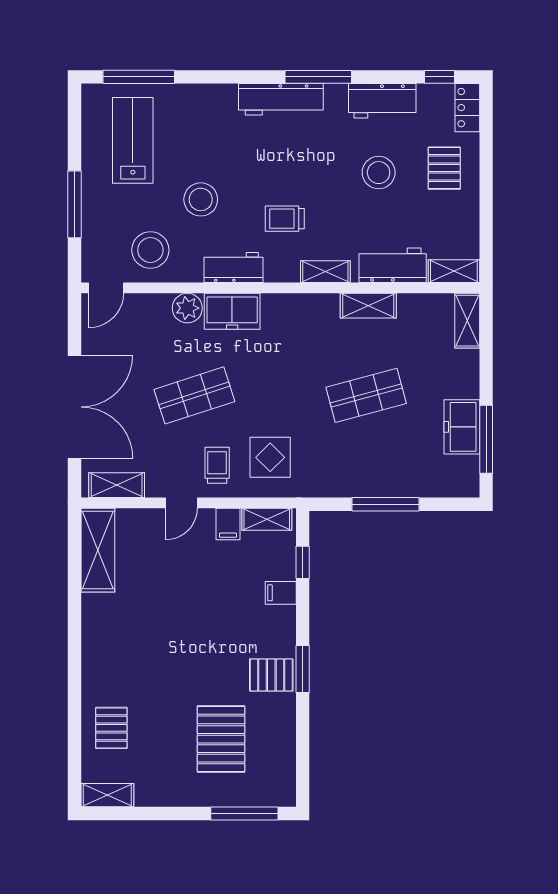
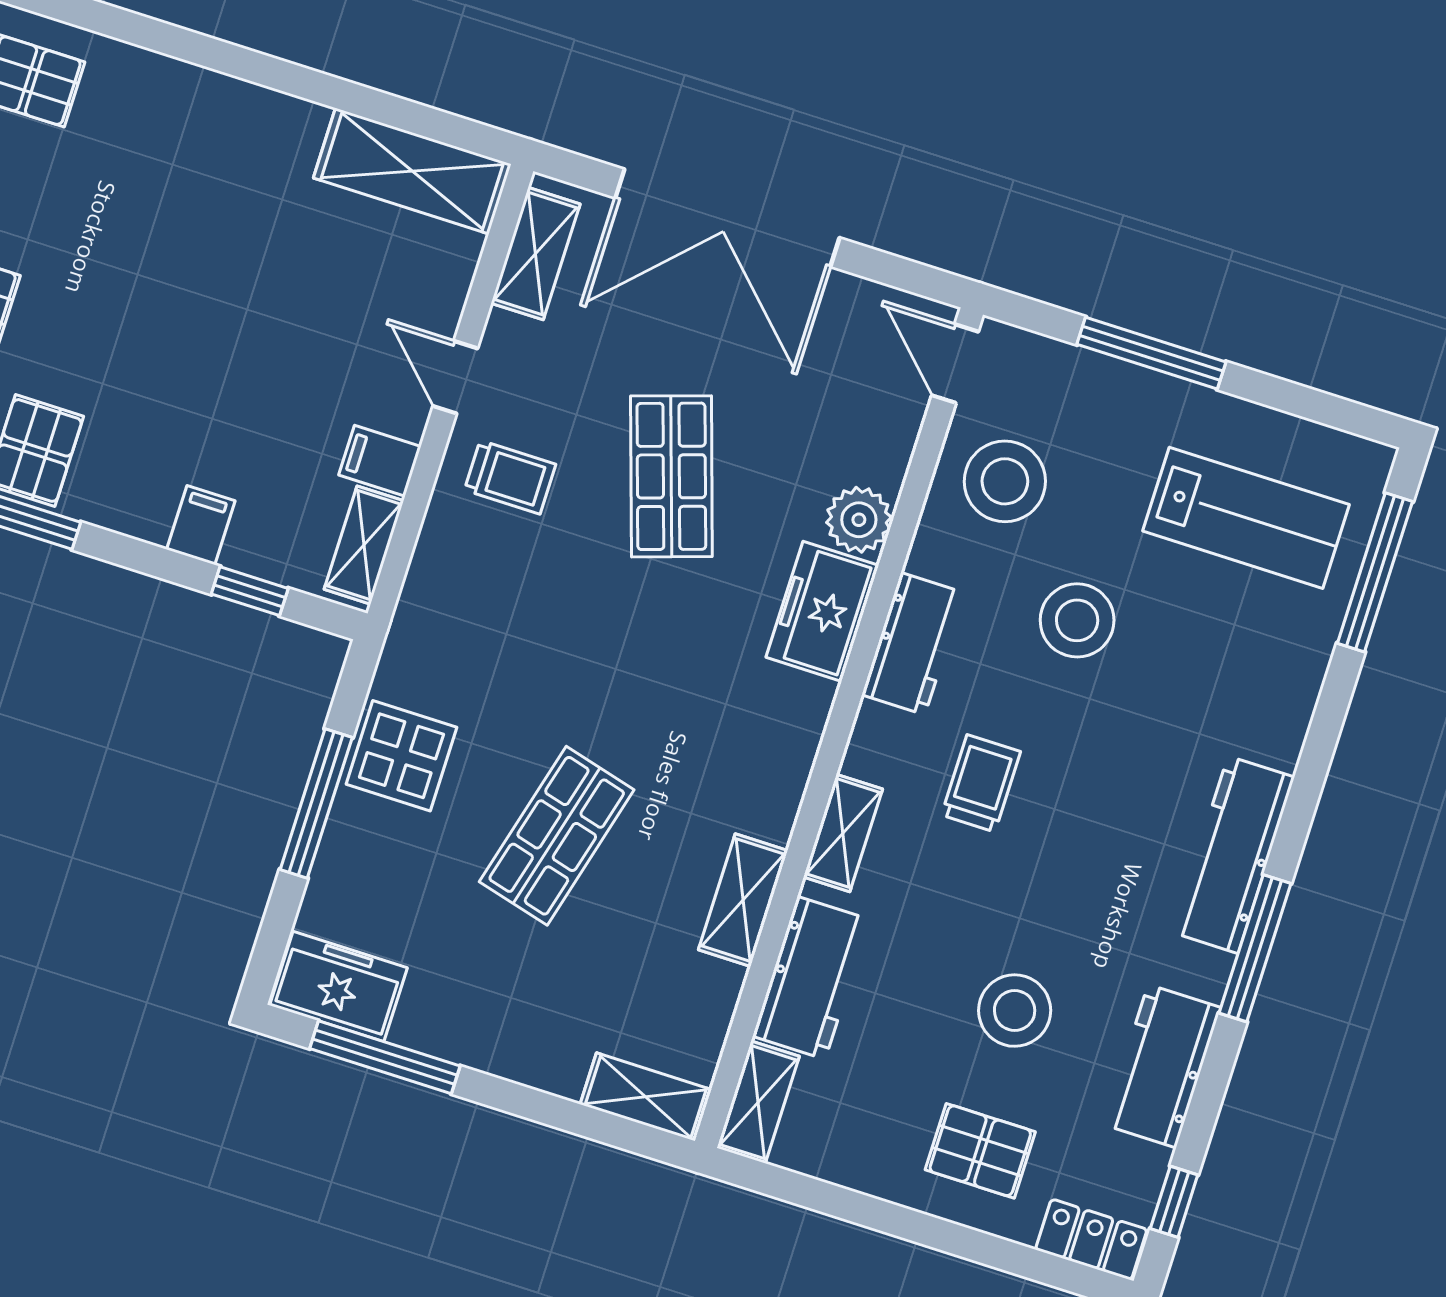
shop shelf: (366, 395) -> (557, 836), turned 30
freezer: (462, 427) -> (338, 986), moved
display table: (270, 457) -> (401, 756), moved

